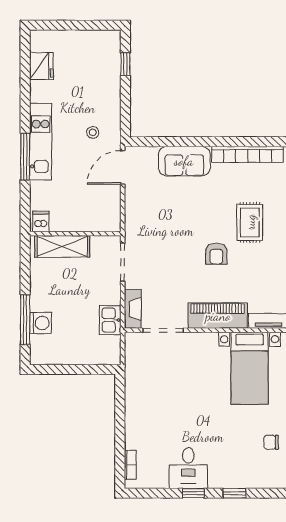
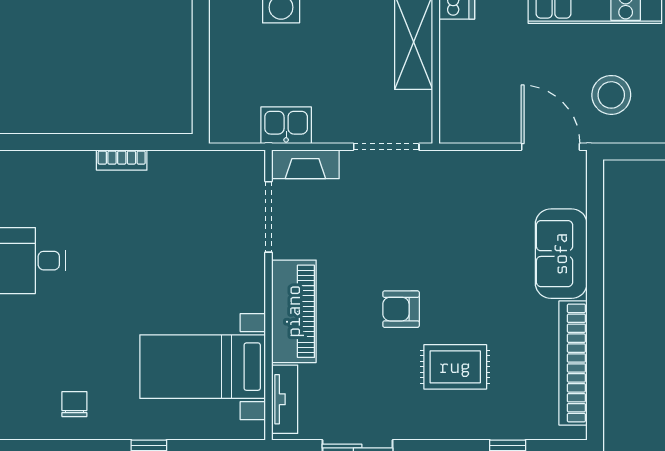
stool: (93, 132) -> (611, 95), width x1.89, depth x1.89
bookcase: (130, 465) -> (122, 160), moved

